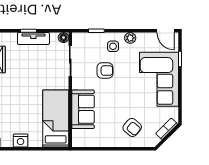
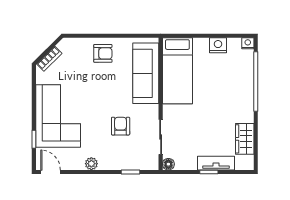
tv unit: (33, 39) -> (216, 163), moved
side table: (113, 46) -> (111, 154), removed
armchair: (105, 70) -> (121, 126), turned 90
sofa: (83, 109) -> (146, 73), width x1.36
armchair: (132, 127) -> (103, 53), moved, turned 140

